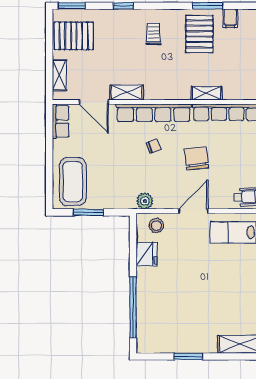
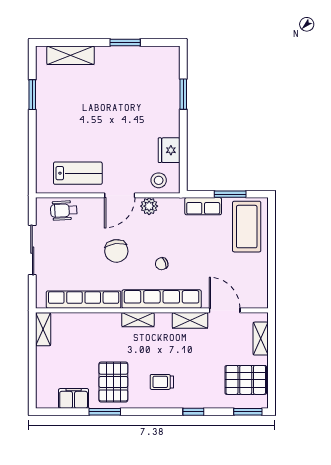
filing cabinet: (230, 18) -> (74, 398), width x2.00
trolley: (153, 34) -> (162, 382), turned 90
shelving: (207, 93) -> (138, 320), moved
row of seats: (61, 121) -> (203, 206), moved, turned -90
plant: (145, 201) -> (149, 206), moved
window: (133, 307) -> (183, 94), width x0.47

